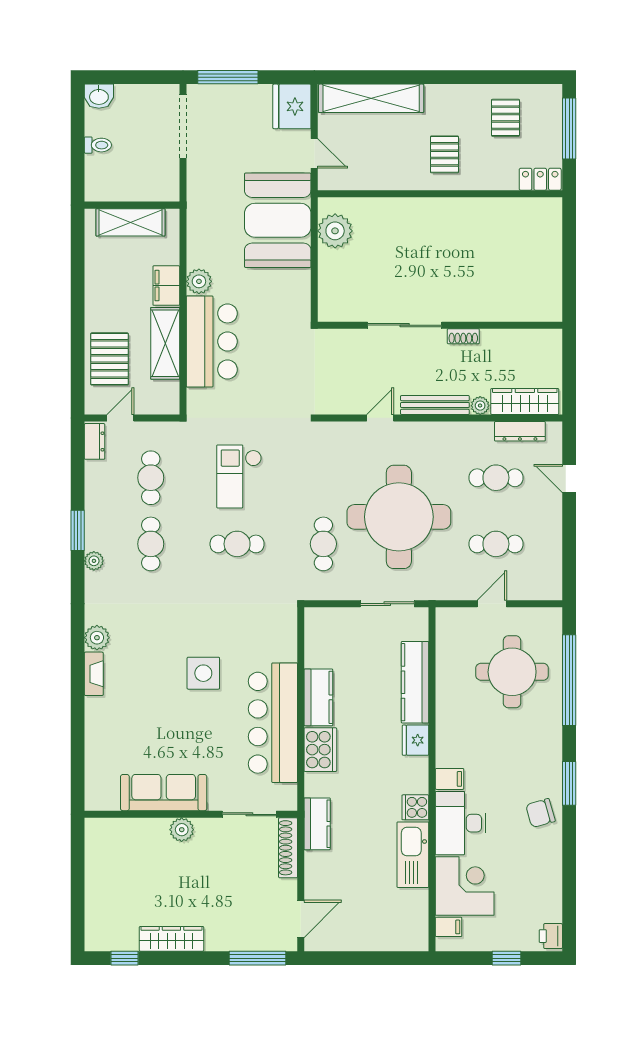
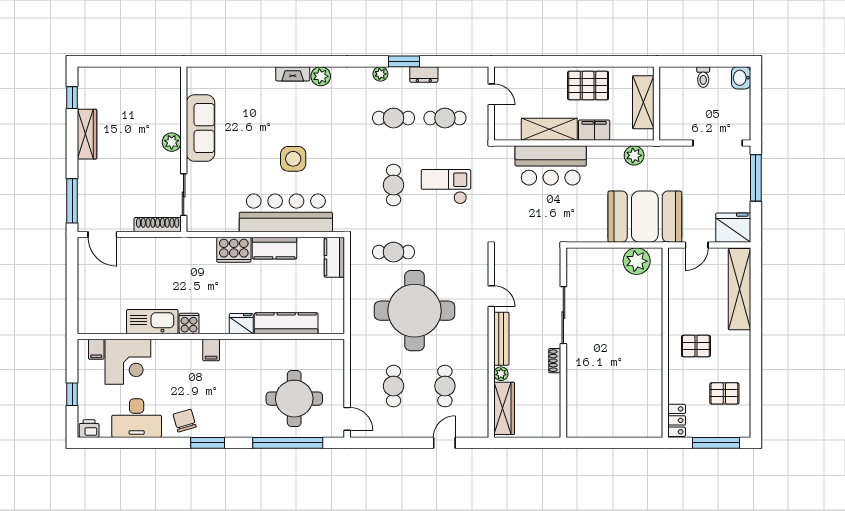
plant: (199, 281) -> (634, 155), moved
pallet: (109, 359) -> (588, 86), moved
dresser: (520, 431) -> (481, 405), removed
dresser: (95, 441) -> (424, 74), moved
sliding door: (387, 604) -> (347, 302), removed
door: (492, 604) -> (347, 419), moved
bar counter: (273, 723) -> (286, 213), moved
desk: (460, 823) -> (137, 418), moved, turned 180
kitchen counter: (317, 824) -> (334, 257), moved, turned 90

